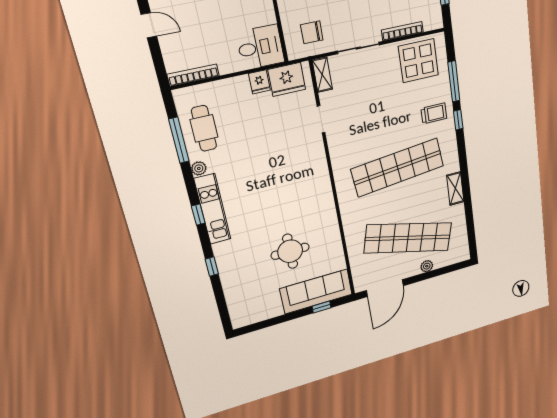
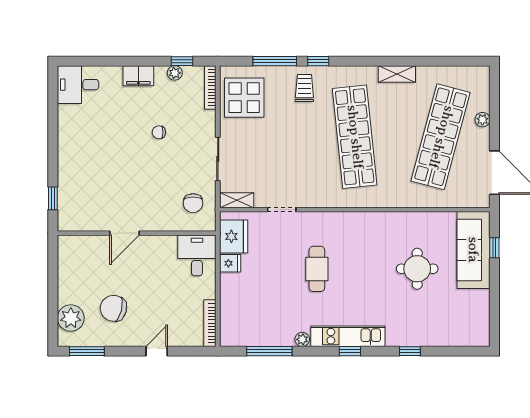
bookcase: (402, 31) -> (210, 88), moved
cafe table: (204, 128) -> (317, 269), moved, turned 90

